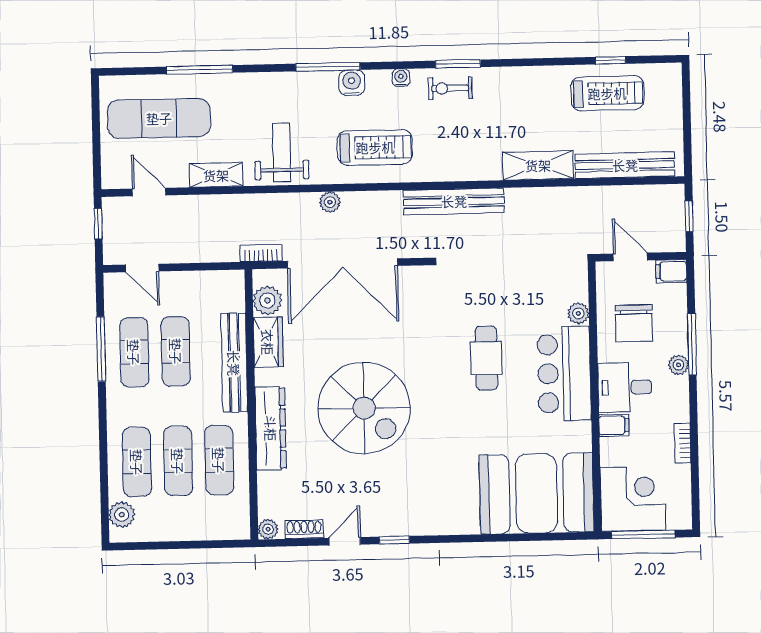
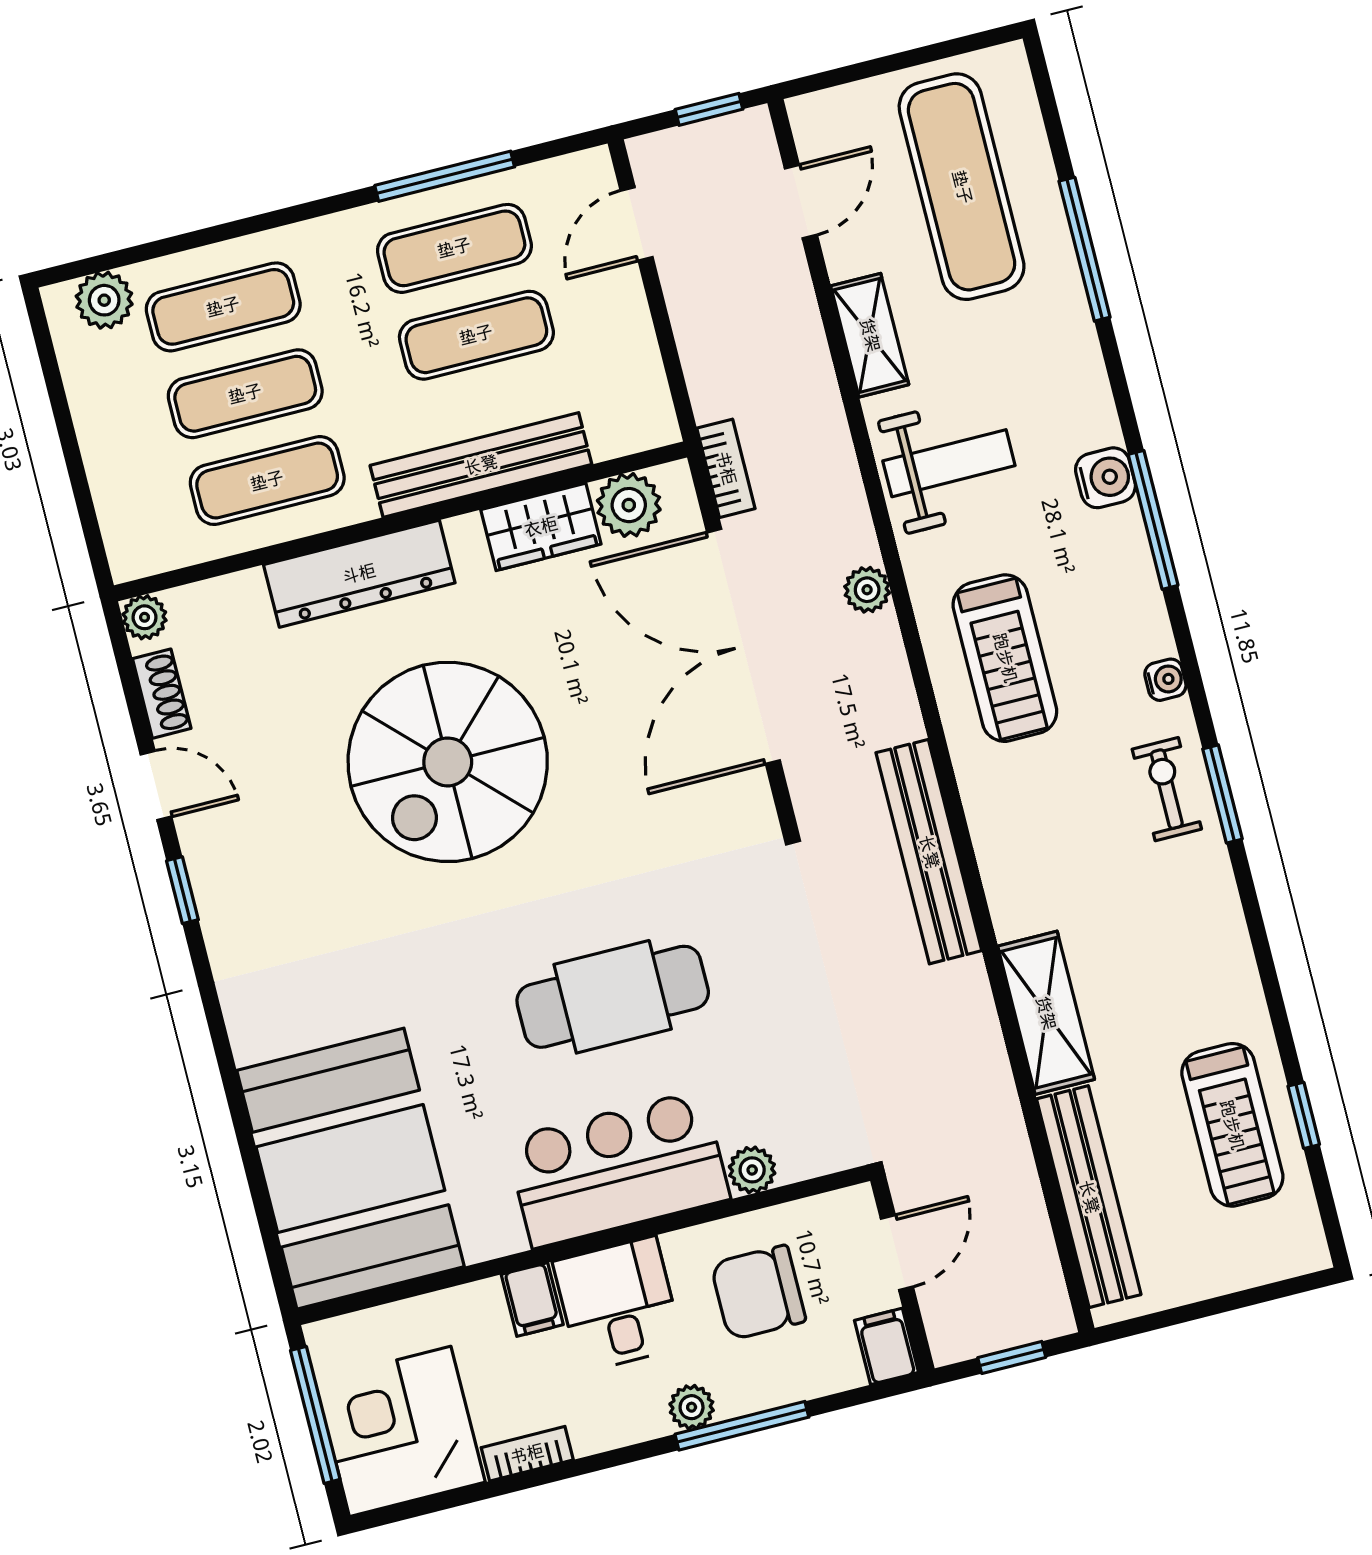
water cooler: (352, 83) -> (1105, 478), moved
cafe table: (486, 358) -> (613, 997), width x1.37, depth x1.35
corner desk: (633, 499) -> (400, 1431), moved, turned 180

